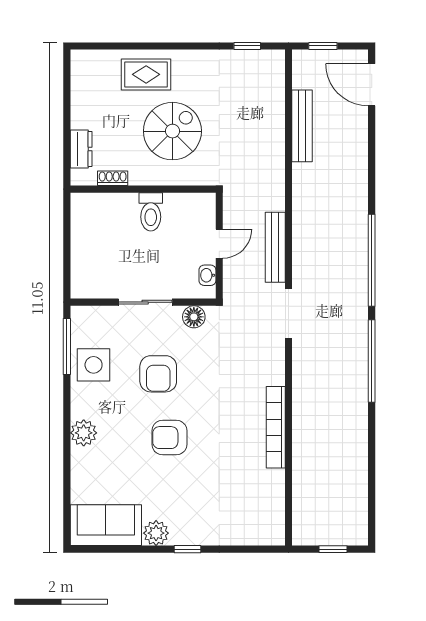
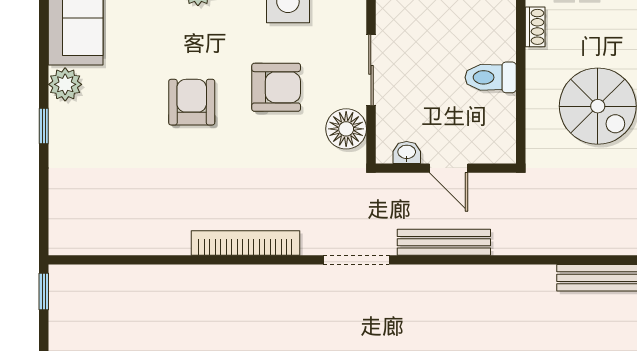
floor lamp: (194, 317) -> (346, 129), width x1.38, depth x1.38
armchair: (158, 374) -> (276, 87), turned 180
bookcase: (276, 427) -> (245, 243), moved
window: (333, 549) -> (44, 292), moved

